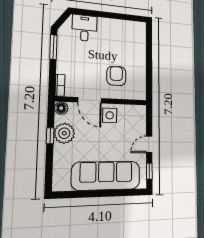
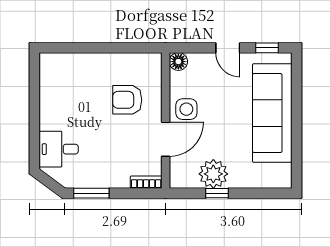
floor lamp: (61, 108) -> (178, 62), moved

